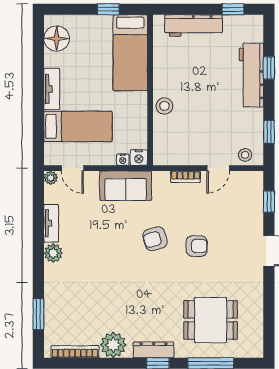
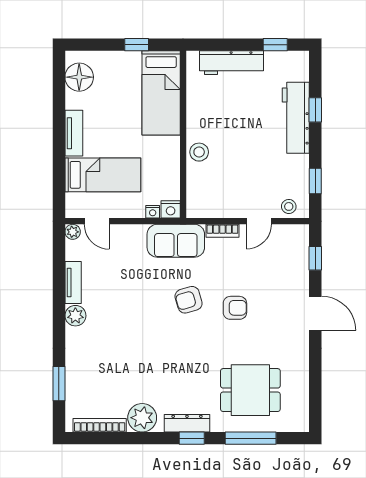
sofa: (126, 186) -> (176, 241), moved

